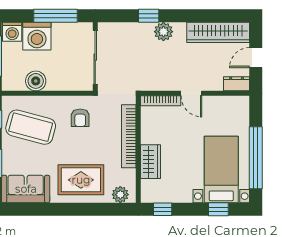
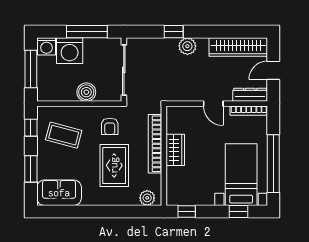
boiler: (36, 81) -> (86, 92), moved
dresser: (237, 84) -> (250, 95), width x1.44
bookcase: (161, 101) -> (249, 111), moved
coffee table: (31, 127) -> (64, 135), width x0.73, depth x0.76
wardrobe: (151, 162) -> (175, 150), moved
rug: (81, 180) -> (114, 165), moved, turned 90

